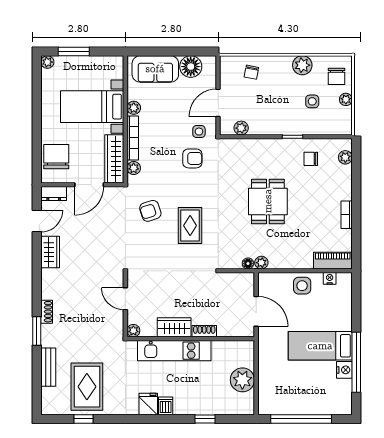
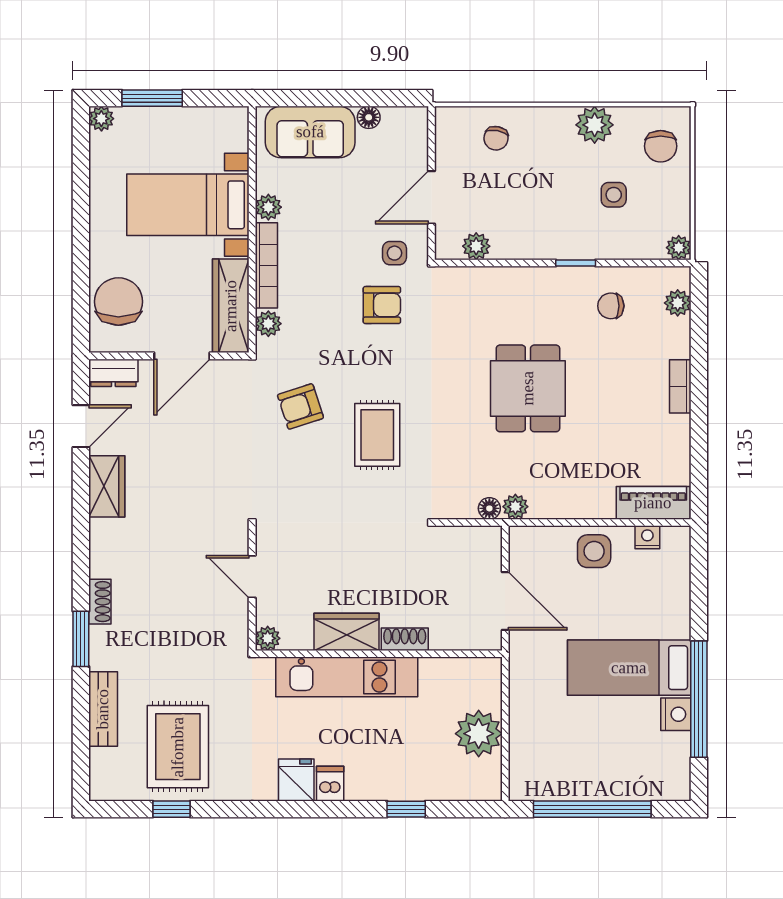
floor lamp: (191, 67) -> (369, 117), width x0.53, depth x0.53
plant: (346, 99) -> (679, 248), moved
bookcase: (347, 215) -> (680, 386), moved

